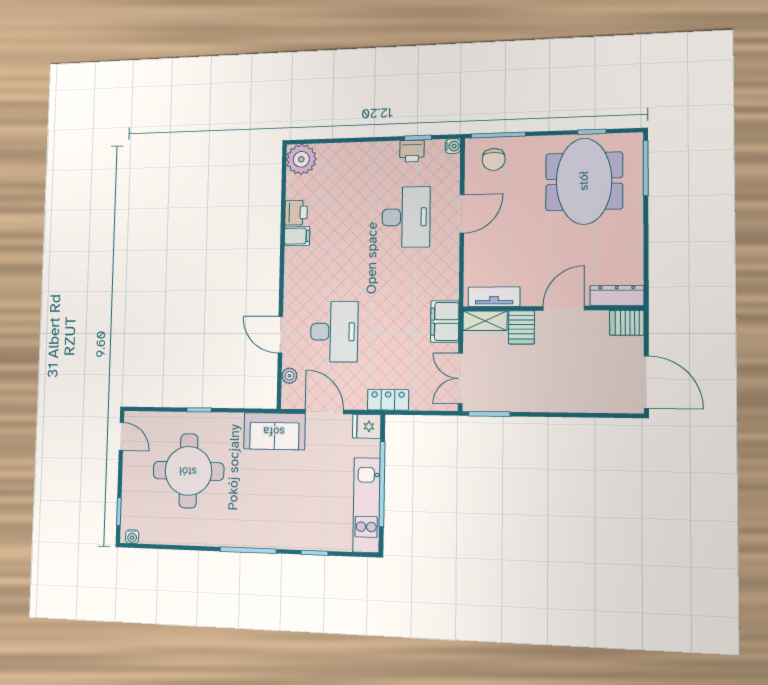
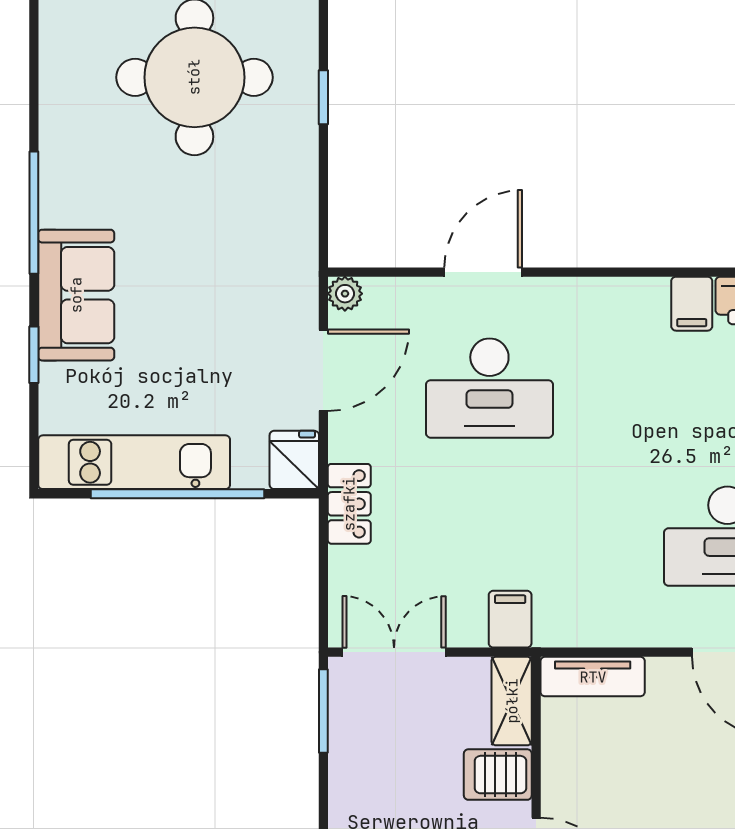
tv unit: (494, 297) -> (593, 677), moved, turned 90
filing cabinet: (445, 322) -> (510, 619), width x0.50
plant: (289, 376) -> (345, 294), moved
sofa: (274, 431) -> (76, 295), moved, turned 180

